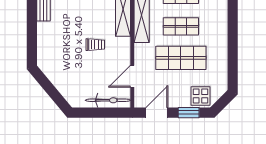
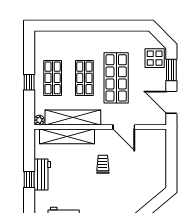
door: (132, 76) -> (124, 127), moved
bicycle: (108, 100) -> (159, 152), removed

